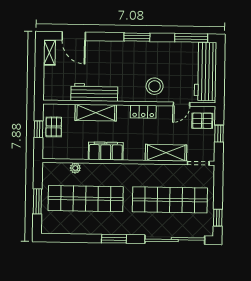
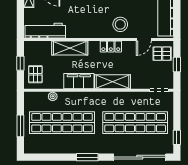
workbench: (94, 92) -> (45, 31), moved
pallet: (54, 127) -> (35, 74), moved
shelving: (166, 153) -> (113, 82), moved

